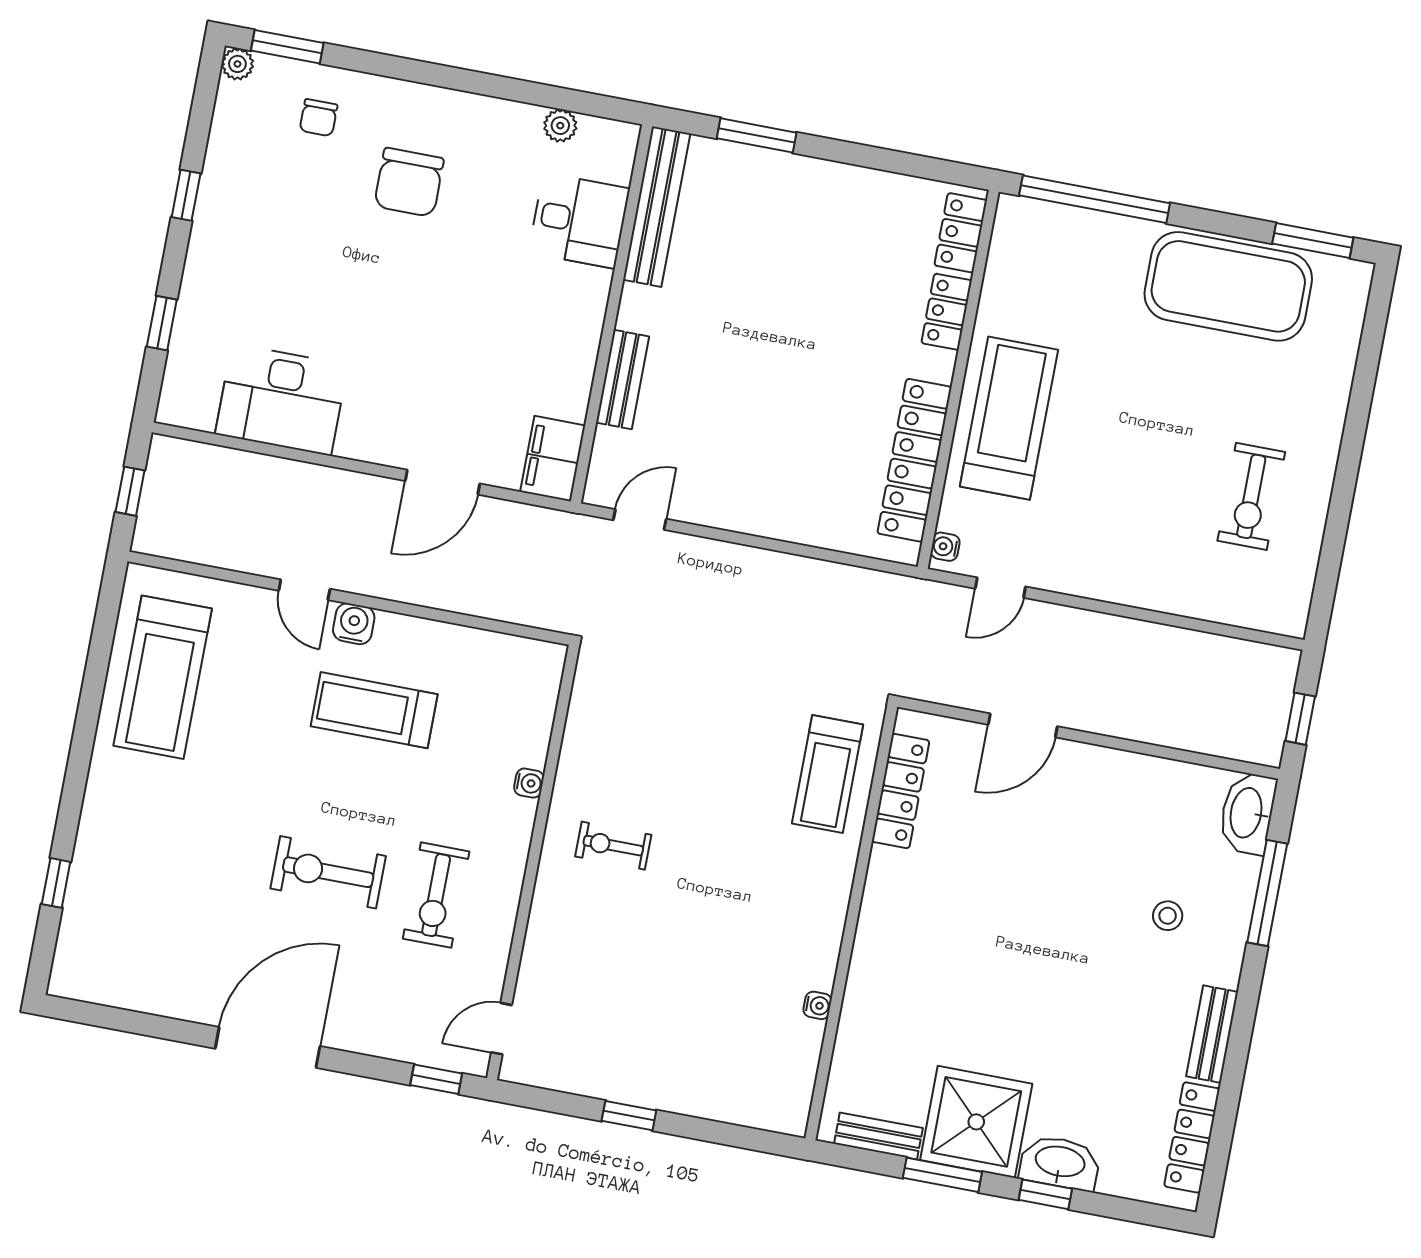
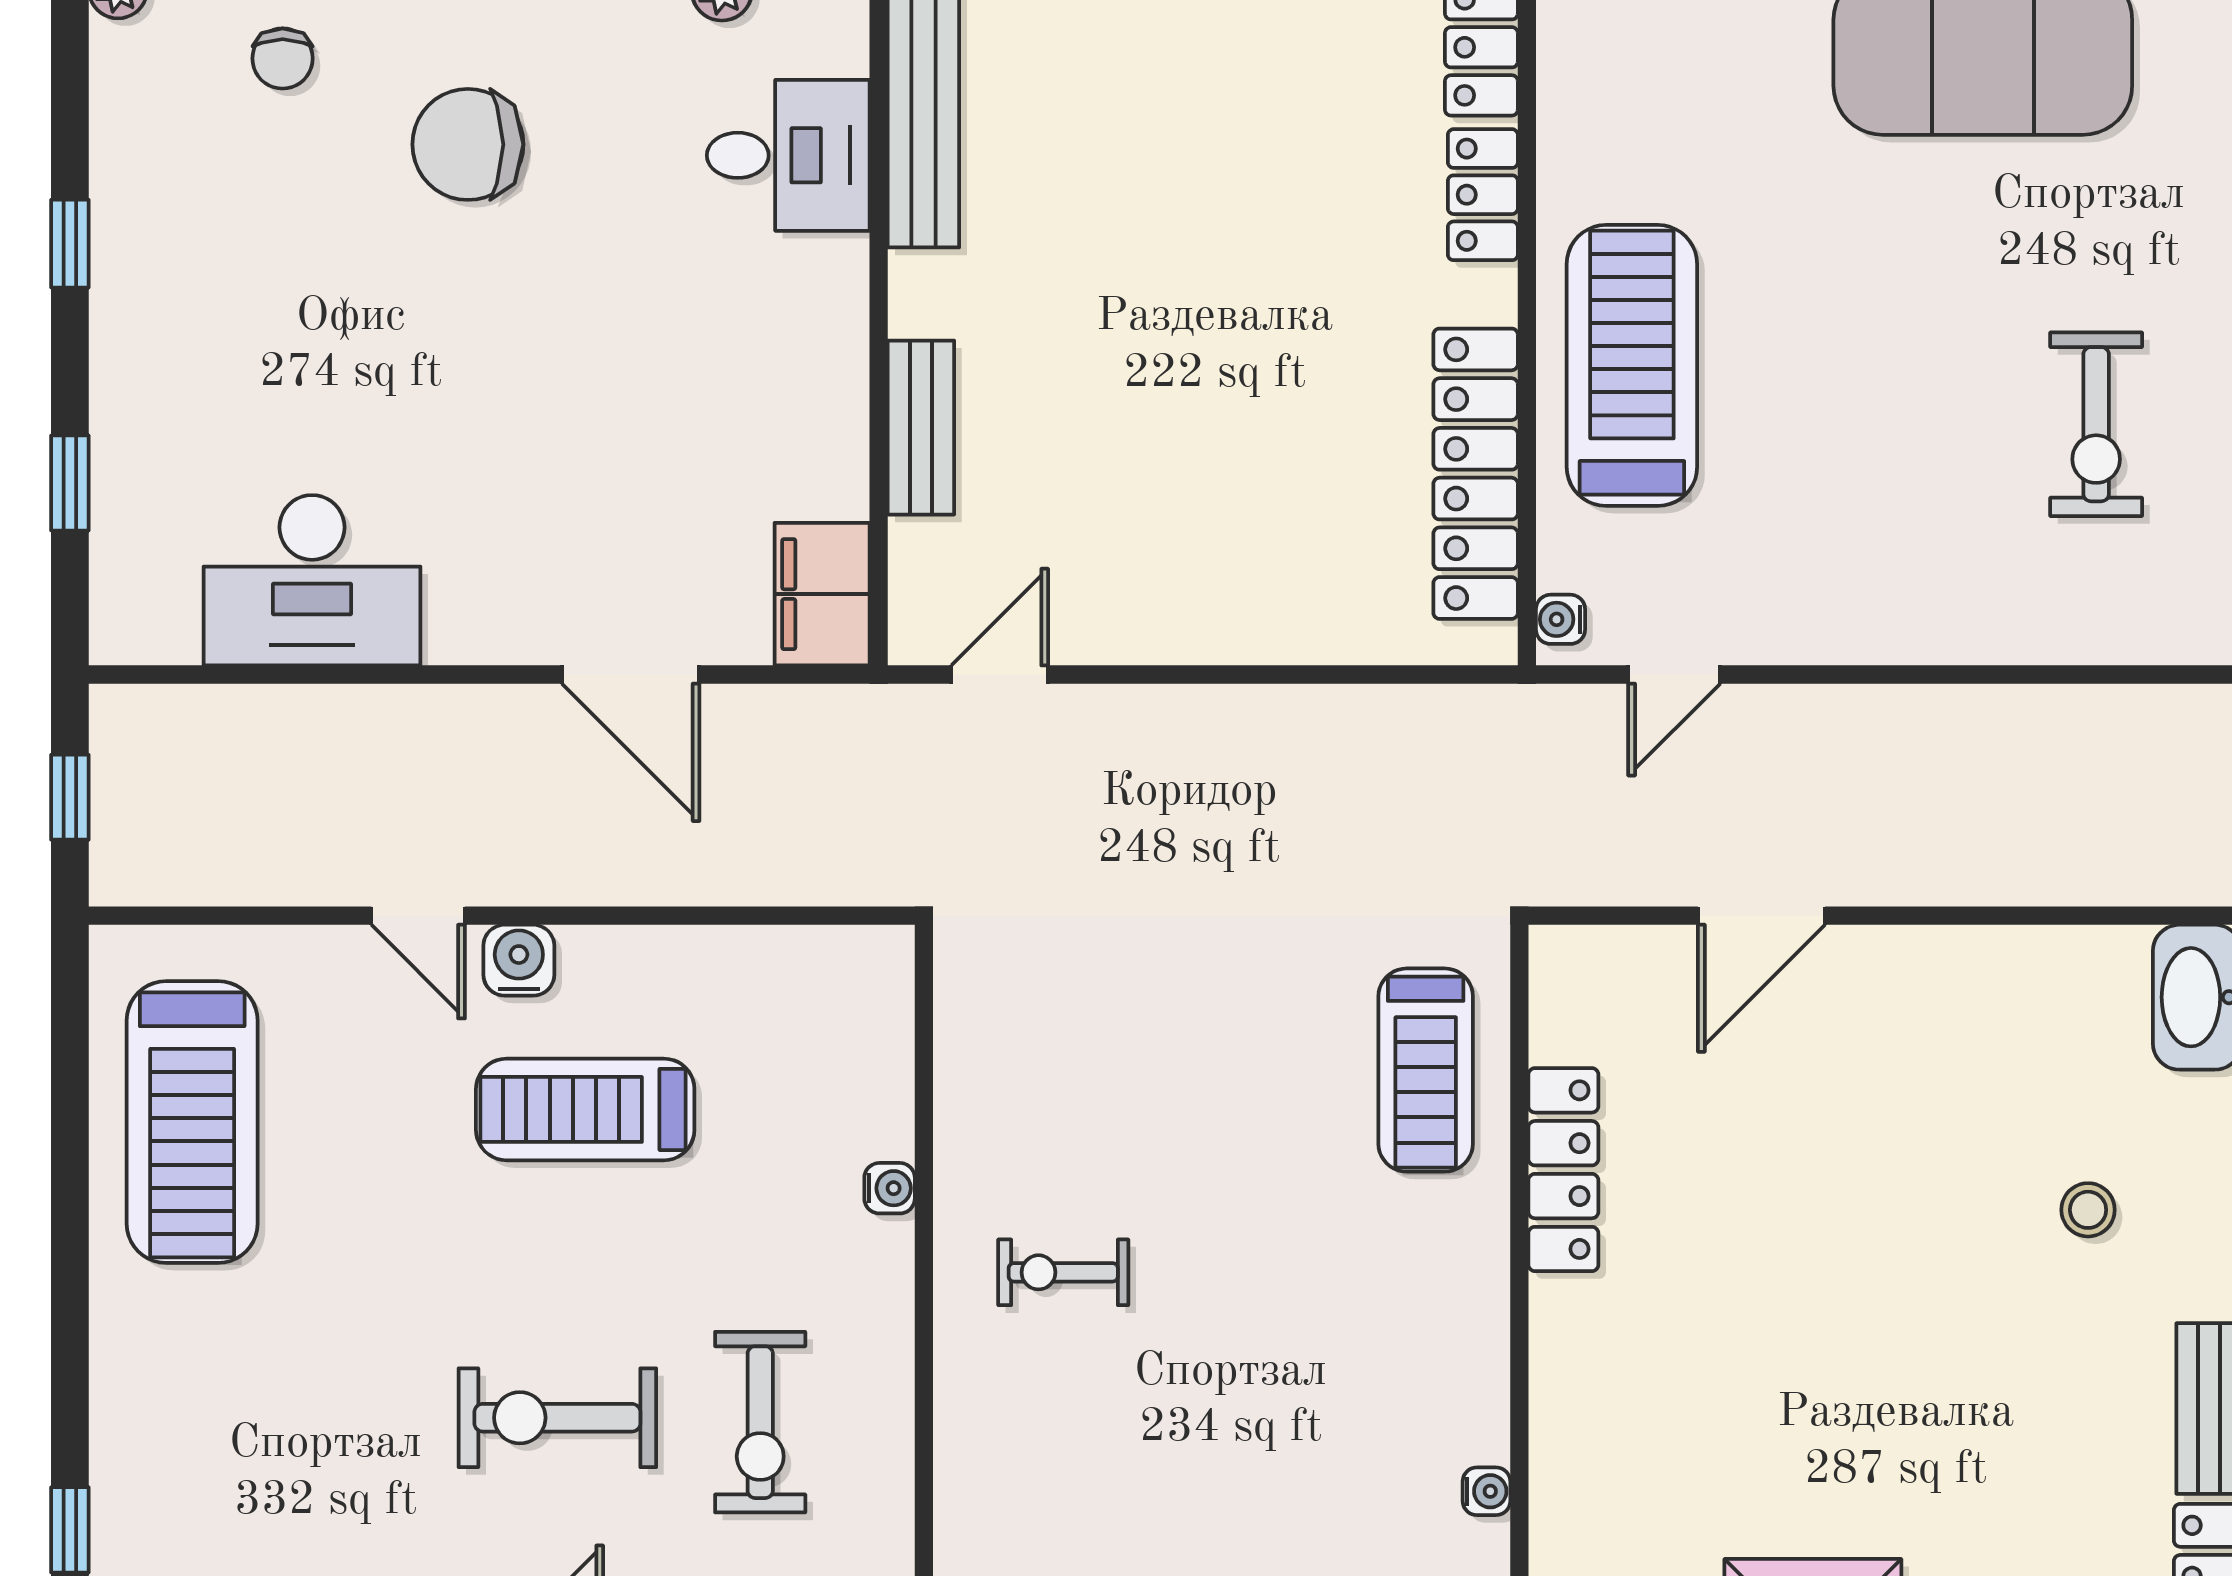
chair: (409, 182) -> (468, 144), turned 90
door: (442, 482) -> (631, 674), hinge flipped
locker: (901, 791) -> (1563, 1170), moved

